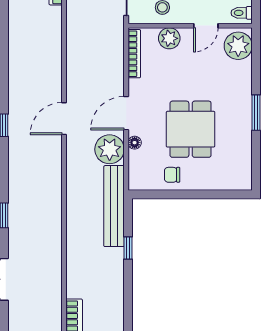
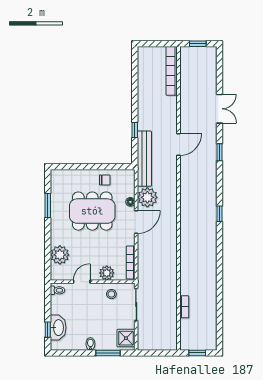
plant: (238, 46) -> (60, 255), moved
window: (256, 113) -> (48, 205), moved
door: (64, 119) -> (178, 145), moved
dining table: (191, 129) -> (92, 211), width x1.38

